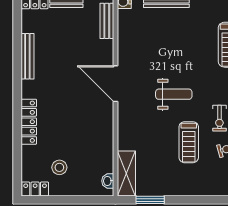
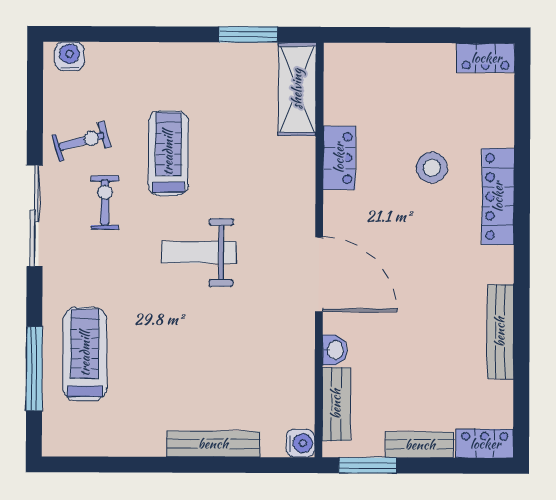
locker: (106, 140) -> (339, 158), added
stool: (59, 167) -> (432, 168), moved
washbasin: (108, 181) -> (335, 350), moved

